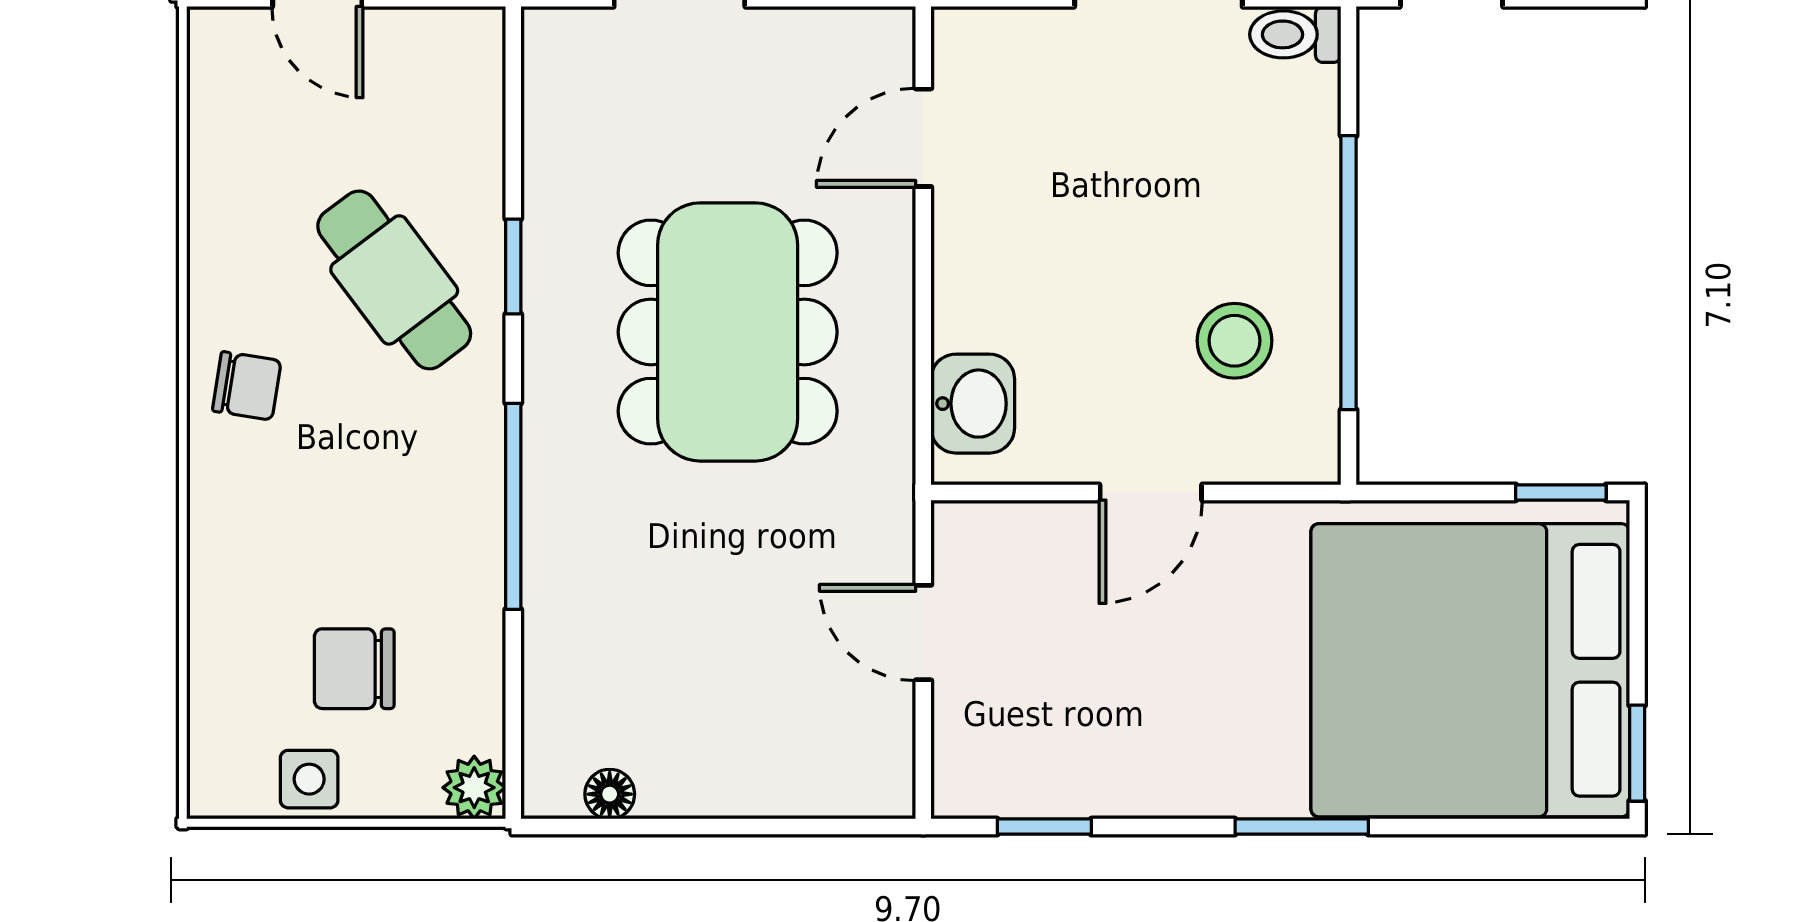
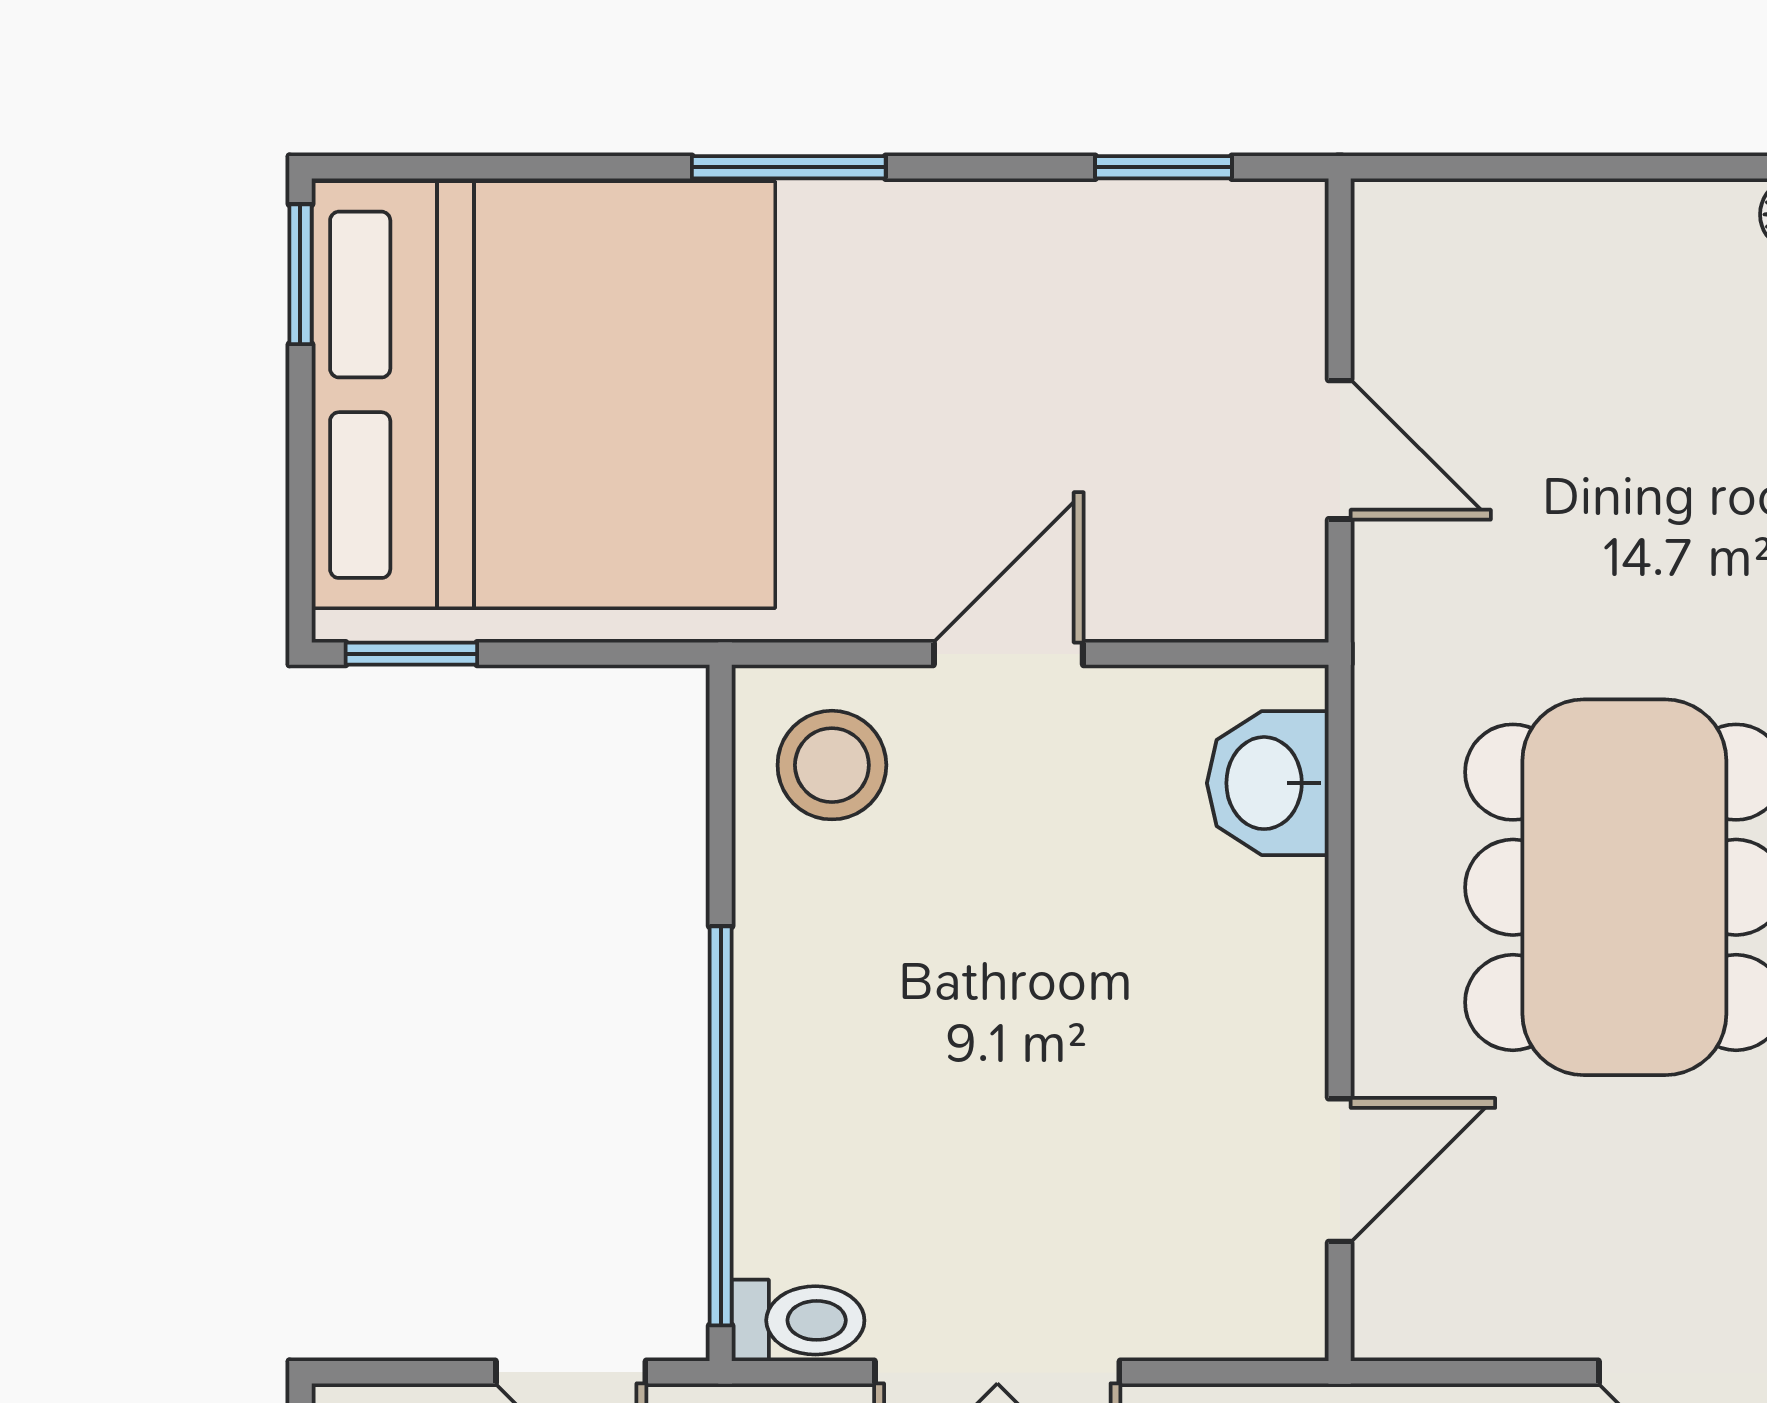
window: (1349, 273) -> (721, 1126), moved
stool: (1235, 341) -> (832, 765), moved

